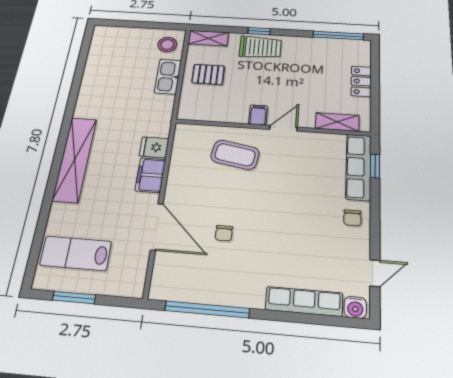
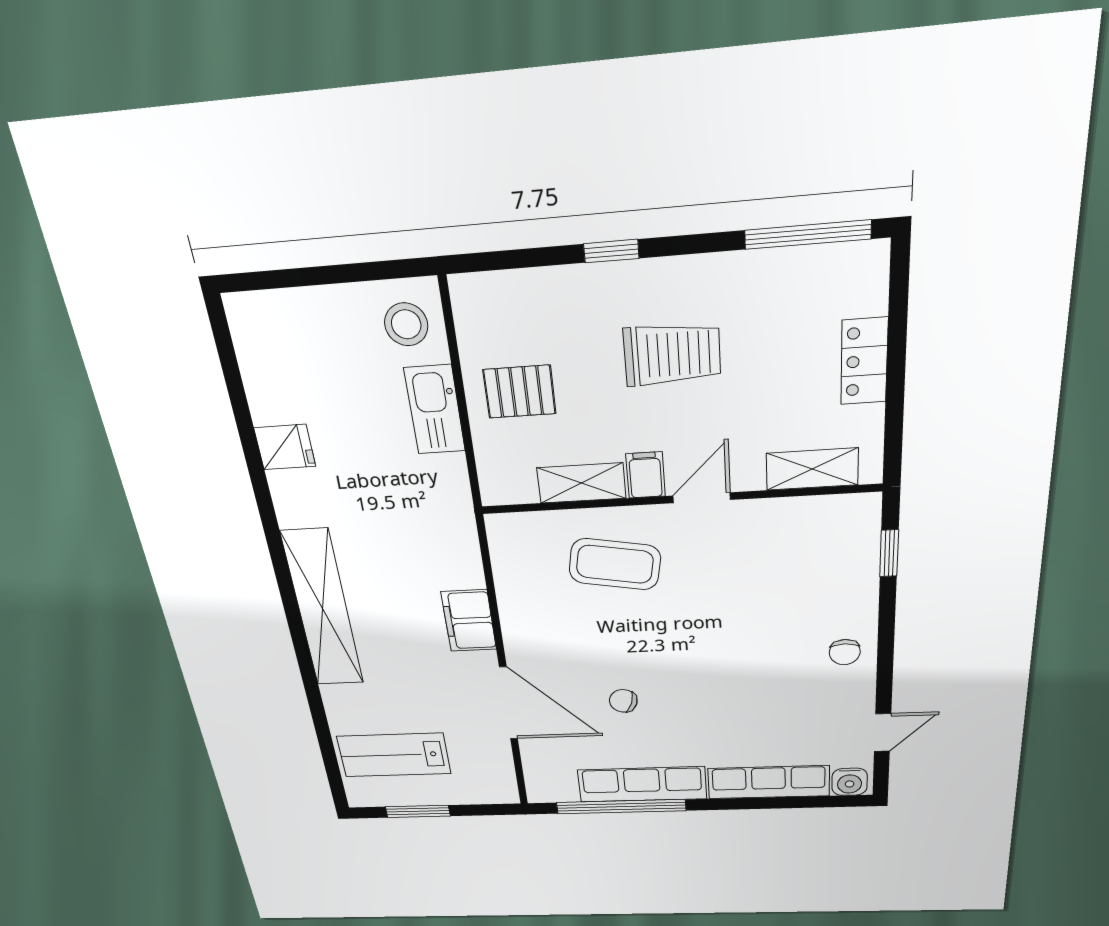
shelving: (208, 38) -> (581, 483), moved
trolley: (260, 47) -> (672, 354), moved
fridge: (154, 147) -> (285, 447), moved, turned 180
row of seats: (359, 167) -> (642, 784), moved, turned 90
chair: (224, 233) -> (623, 701), turned 108

